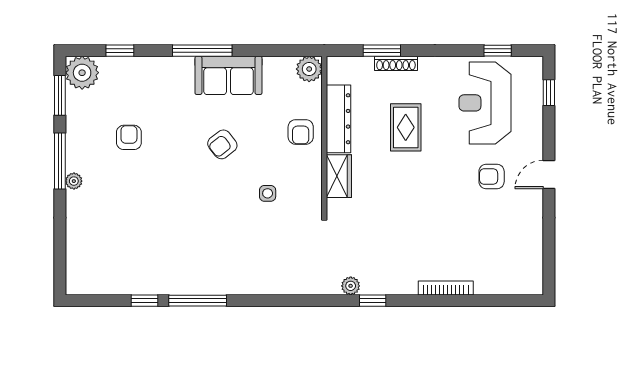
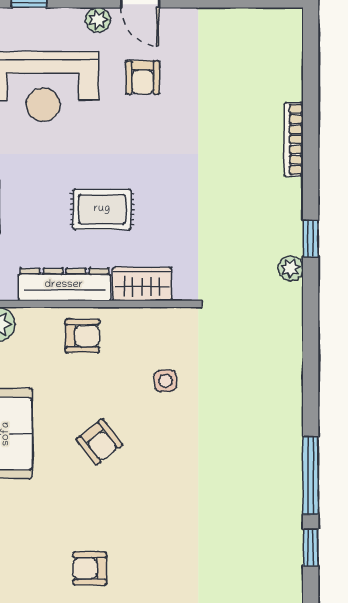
rug: (406, 127) -> (102, 209), moved
plant: (534, 144) -> (98, 20), added

